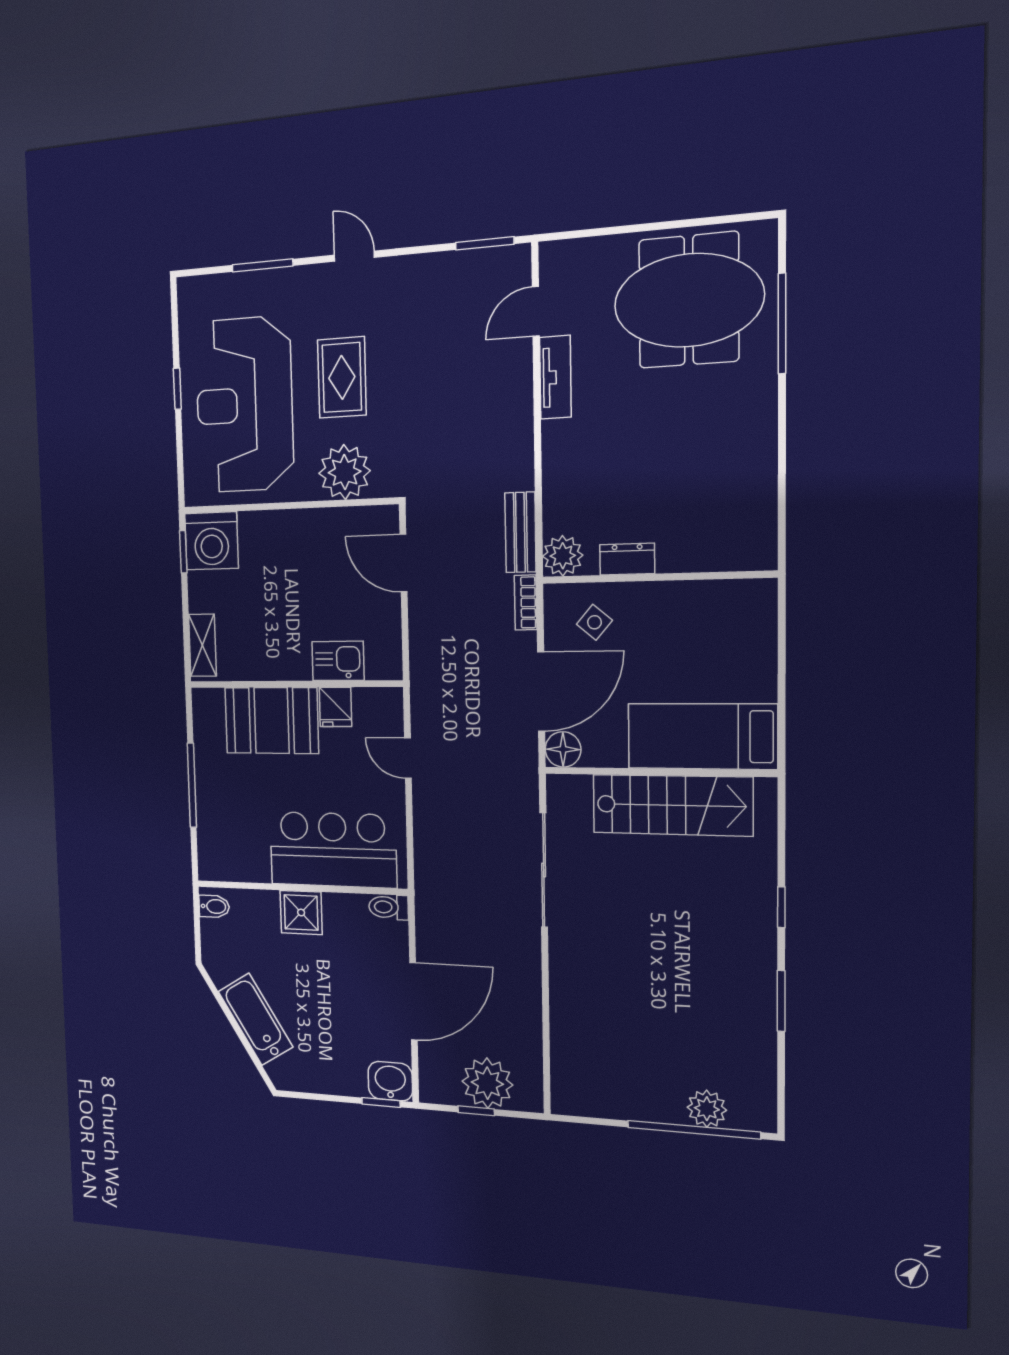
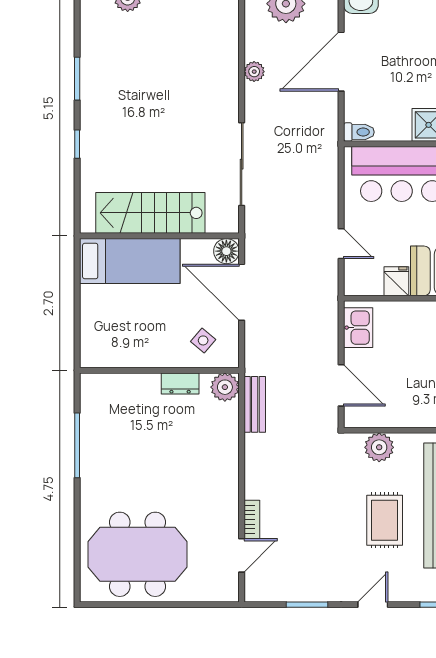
window: (485, 243) -> (307, 605), moved
door: (354, 256) -> (373, 605), swing flipped
window: (782, 324) -> (77, 445), moved
tv unit: (555, 377) -> (228, 510), removed
plant: (345, 472) -> (379, 447), width x0.73, depth x0.73
bookcase: (526, 602) -> (252, 519), moved
kitchen sink: (338, 661) -> (358, 328), moved, turned -90
door: (541, 691) -> (242, 292), hinge flipped
plant: (528, 995) -> (254, 72), added

